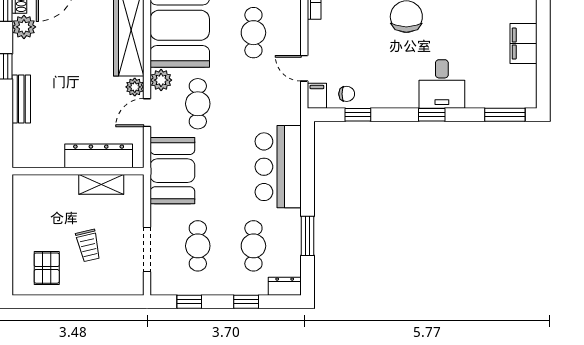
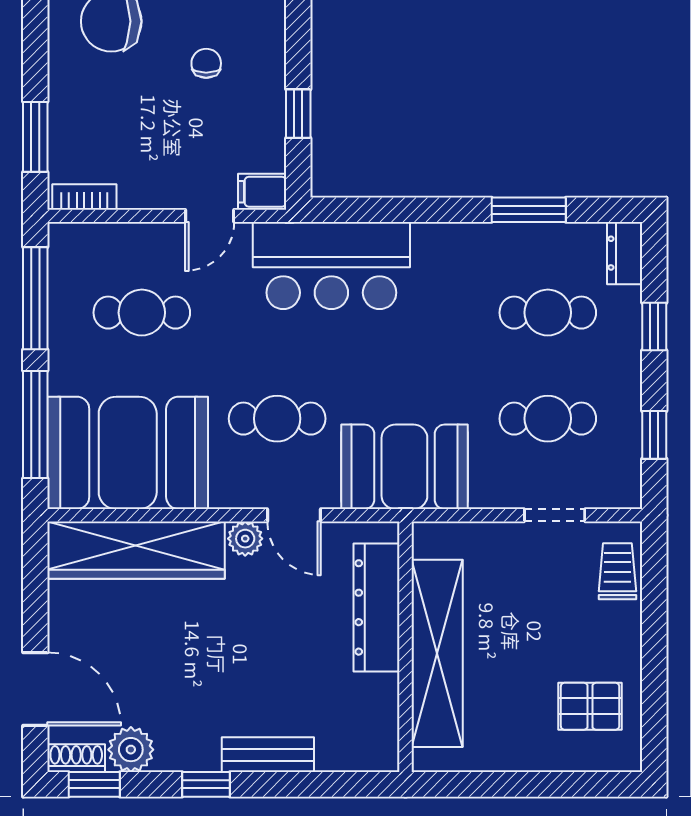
plant: (161, 80) -> (232, 489), removed
chair: (347, 94) -> (206, 63), moved
bar counter: (278, 167) -> (331, 266), moved
shelving: (101, 184) -> (437, 653), width x2.20, depth x1.33
trolley: (88, 246) -> (617, 571), moved, turned -77
doorway: (147, 249) -> (555, 515), width x0.73

